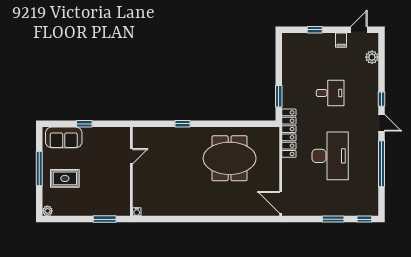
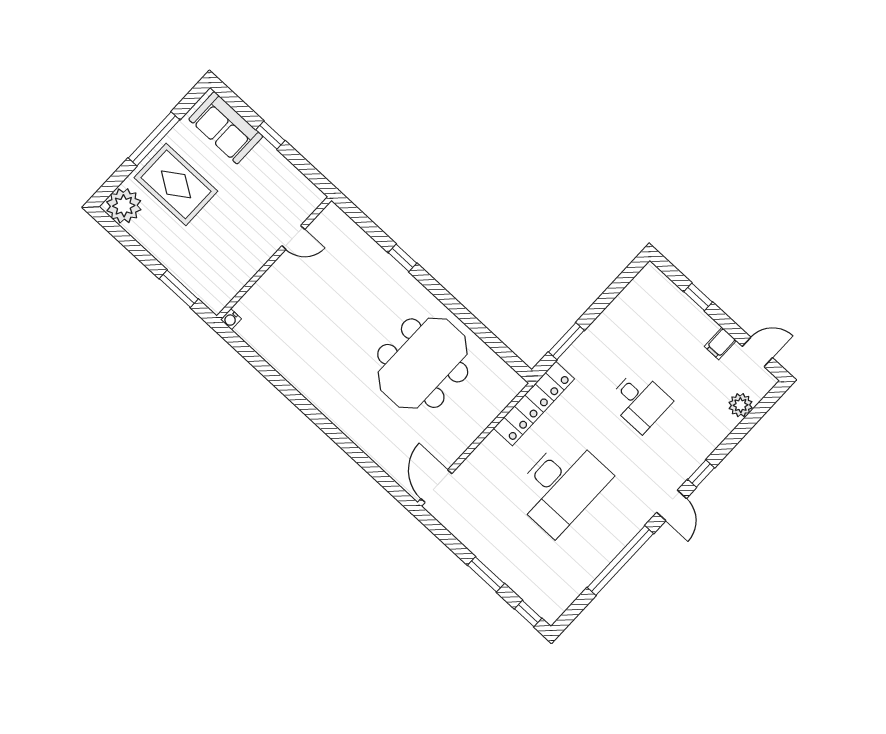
meeting table: (230, 158) -> (423, 363), turned 90
rug: (65, 178) -> (176, 184), width x1.36, depth x1.43
plant: (47, 211) -> (124, 206), width x1.88, depth x1.88

